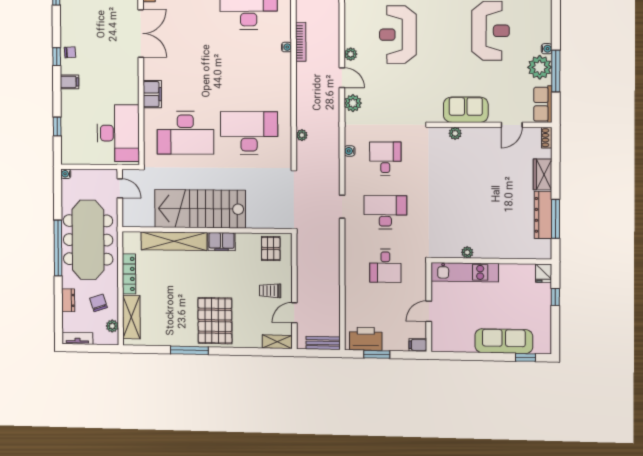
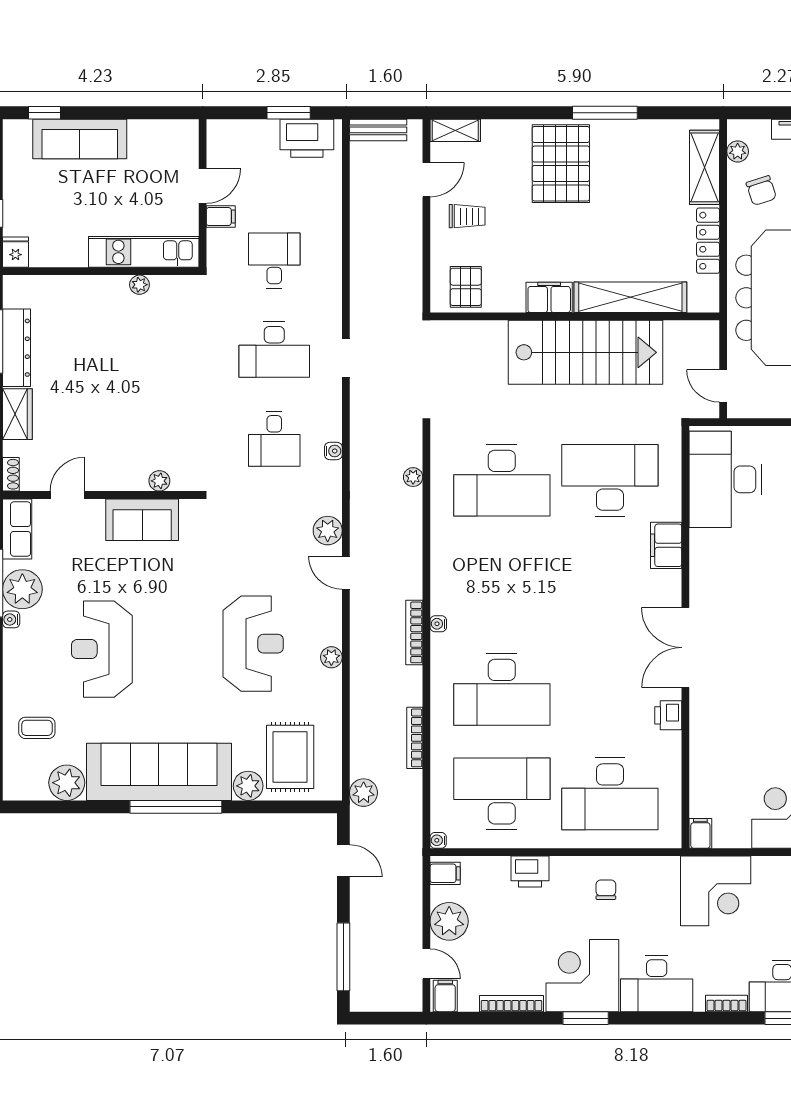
plant: (351, 54) -> (331, 657), moved
filing cabinet: (418, 345) -> (221, 217), moved

